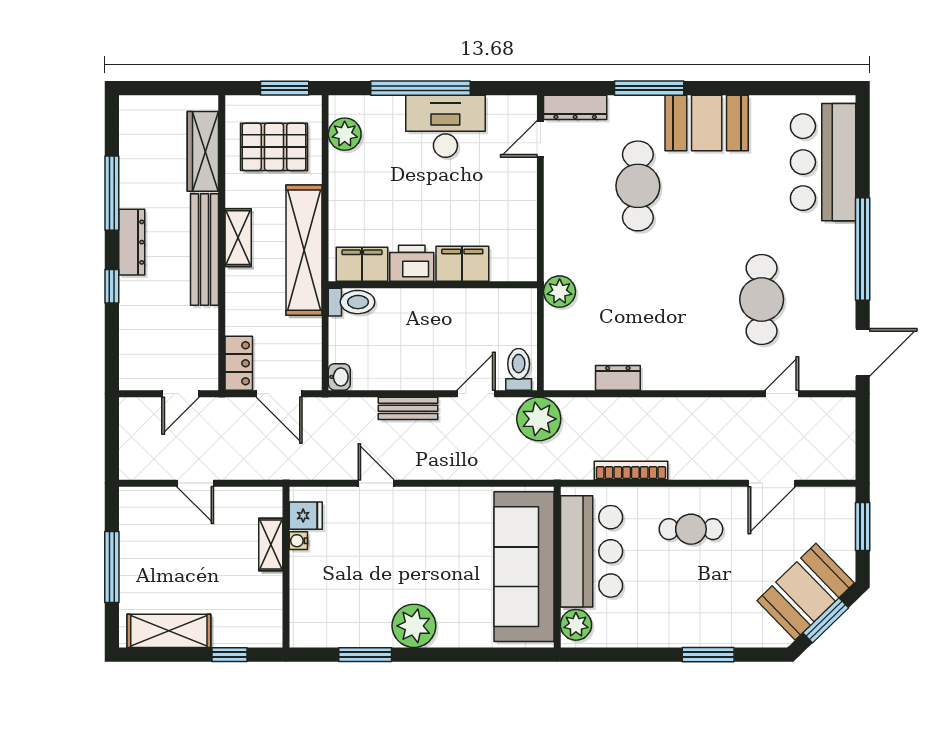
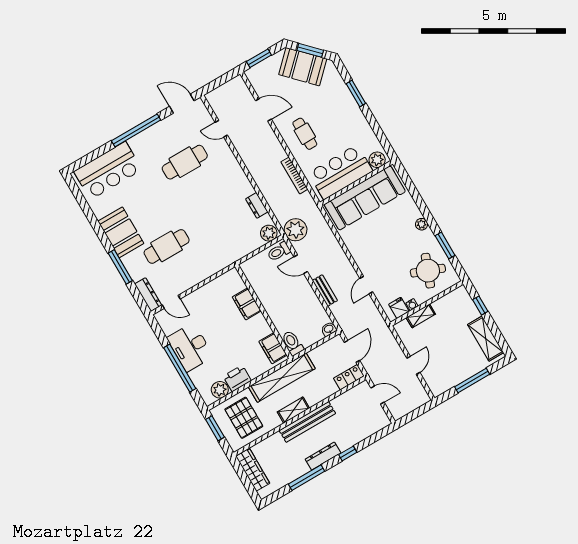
wardrobe: (203, 151) -> (253, 470), moved, turned -90
printer: (412, 263) -> (237, 378), moved, turned 90
plant: (560, 292) -> (269, 233), moved
round table: (340, 601) -> (428, 271), added
plant: (414, 626) -> (422, 224), width x0.53, depth x0.53

